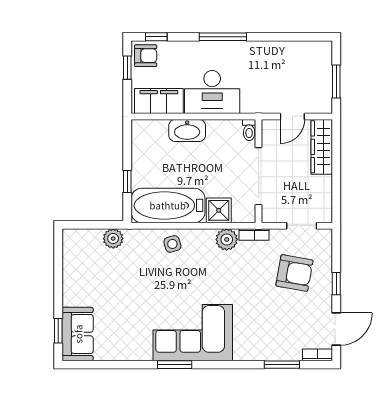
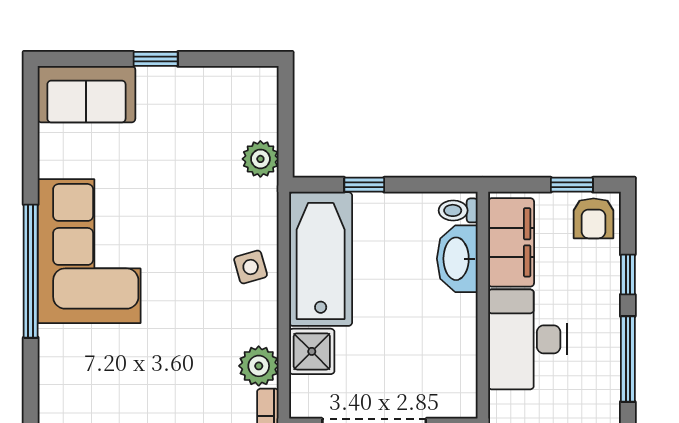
window: (156, 37) -> (628, 275), moved
washbasin: (187, 130) -> (457, 259), moved
toilet: (249, 130) -> (458, 210), moved
window: (58, 331) -> (156, 59), moved
corner sofa: (193, 333) -> (89, 251), moved
window: (175, 365) -> (31, 271), width x2.11

